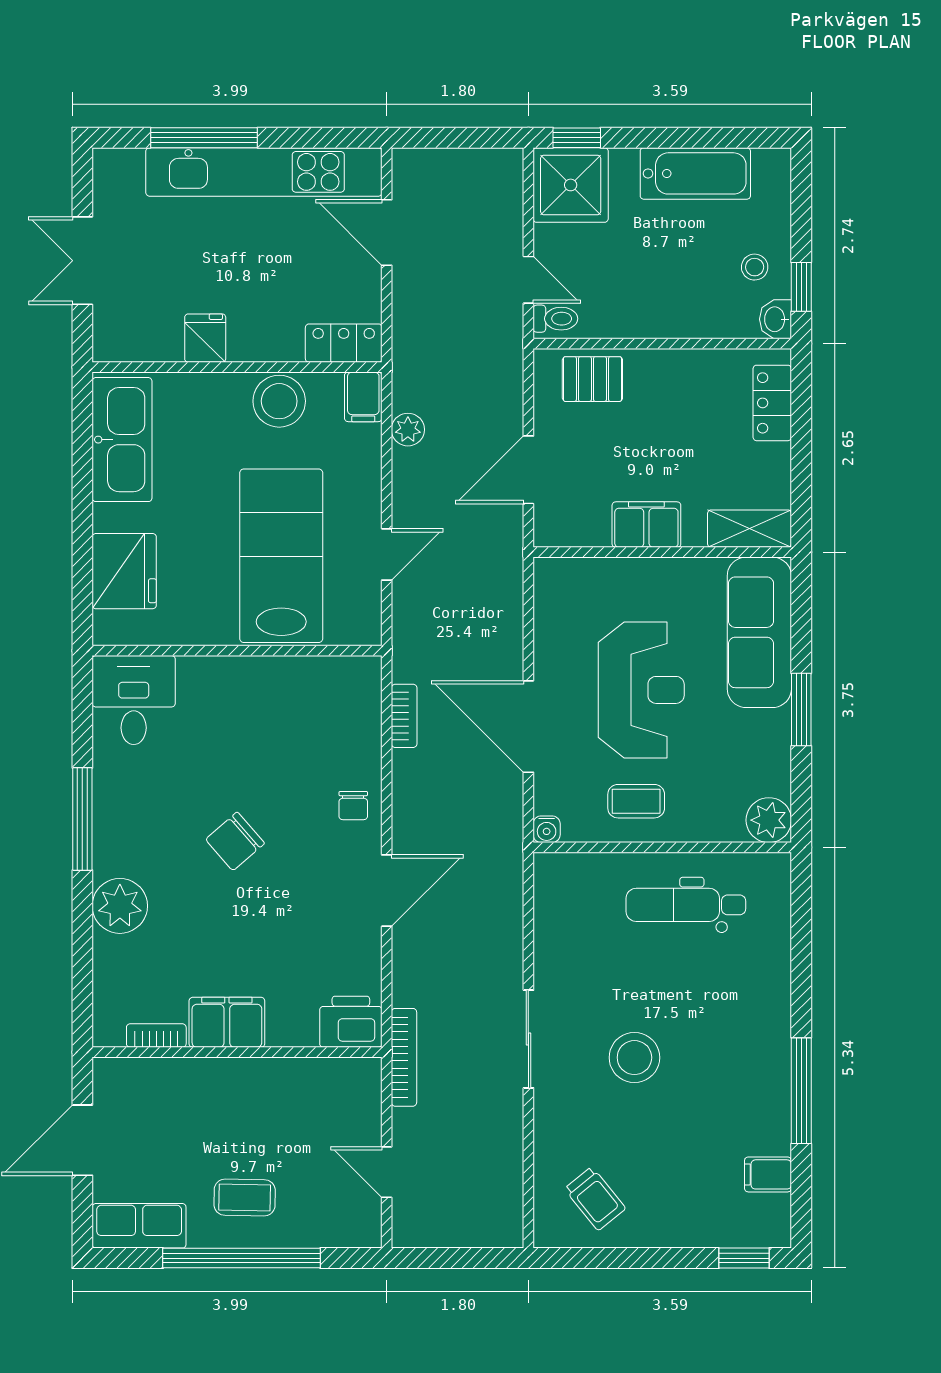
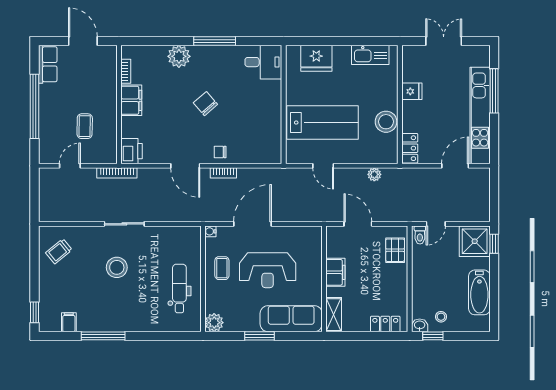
filing cabinet: (363, 397) -> (388, 156), removed
kitchen sink: (122, 440) -> (370, 55), width x0.73, depth x0.81
bookcase: (404, 716) -> (223, 173), moved
coffee table: (245, 1197) -> (85, 126), moved

